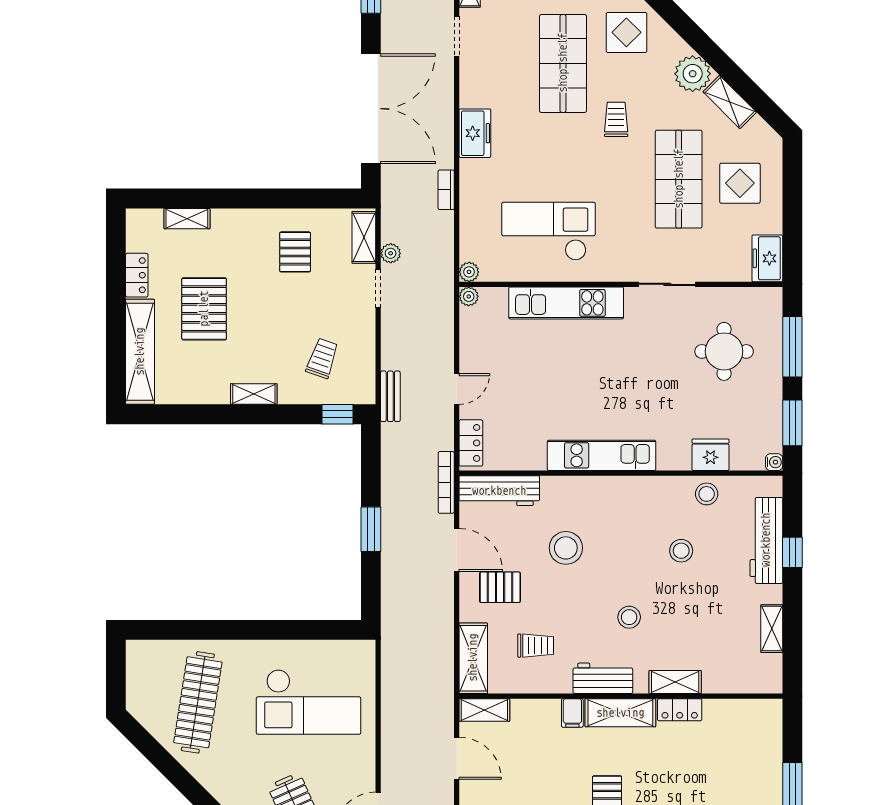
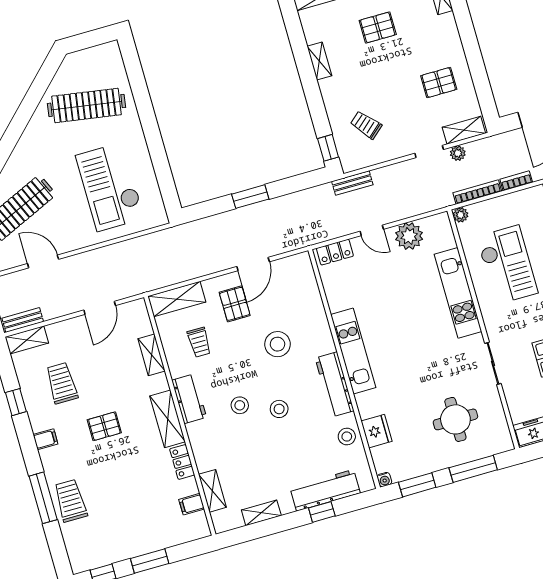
plant: (469, 296) -> (409, 236), moved, width x1.88, depth x1.88
pallet: (204, 309) -> (378, 28), width x0.67, depth x0.71
trolley: (322, 358) -> (366, 125), turned -150
shelving: (254, 394) -> (319, 61), moved
bookcase: (446, 482) -> (477, 192), moved
workbench: (499, 491) -> (335, 384), moved
stool: (681, 551) -> (279, 409), moved
shelving: (675, 682) -> (212, 491), moved
shelving: (484, 710) -> (152, 355), moved
filing cabinet: (572, 713) -> (192, 504), moved

